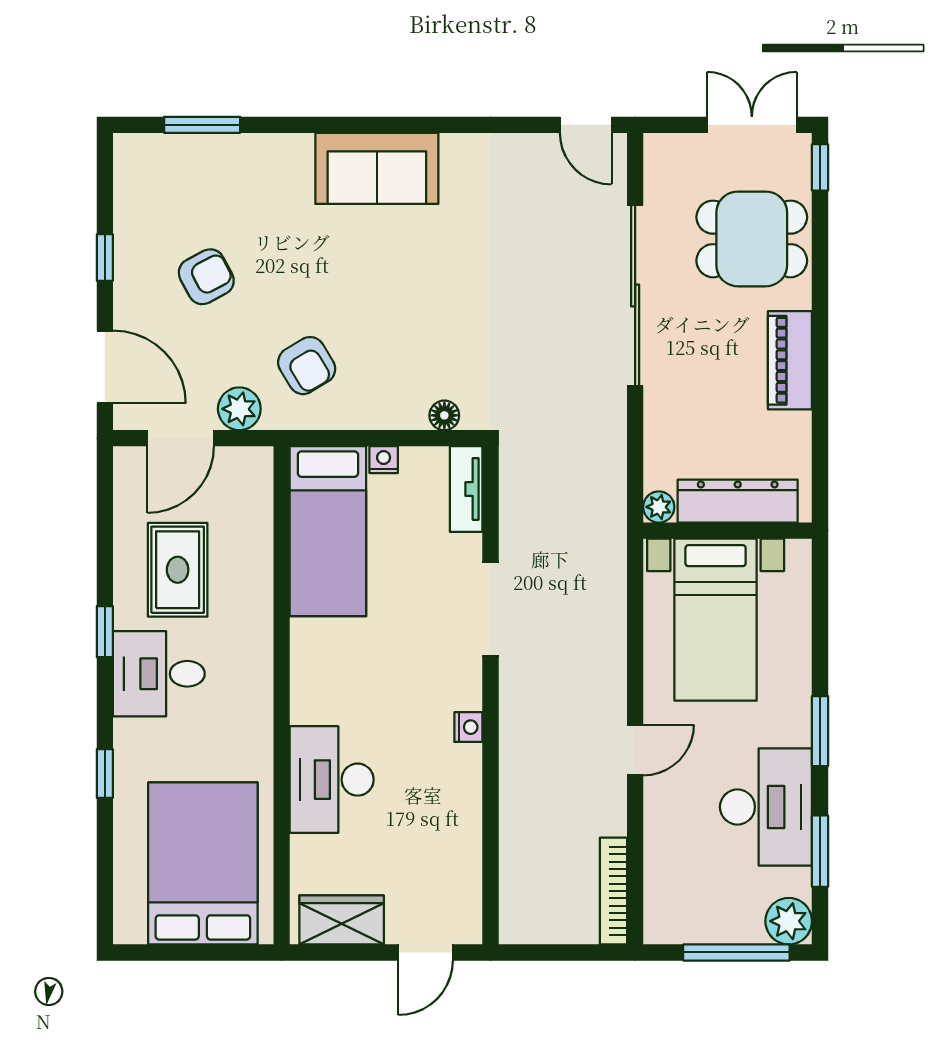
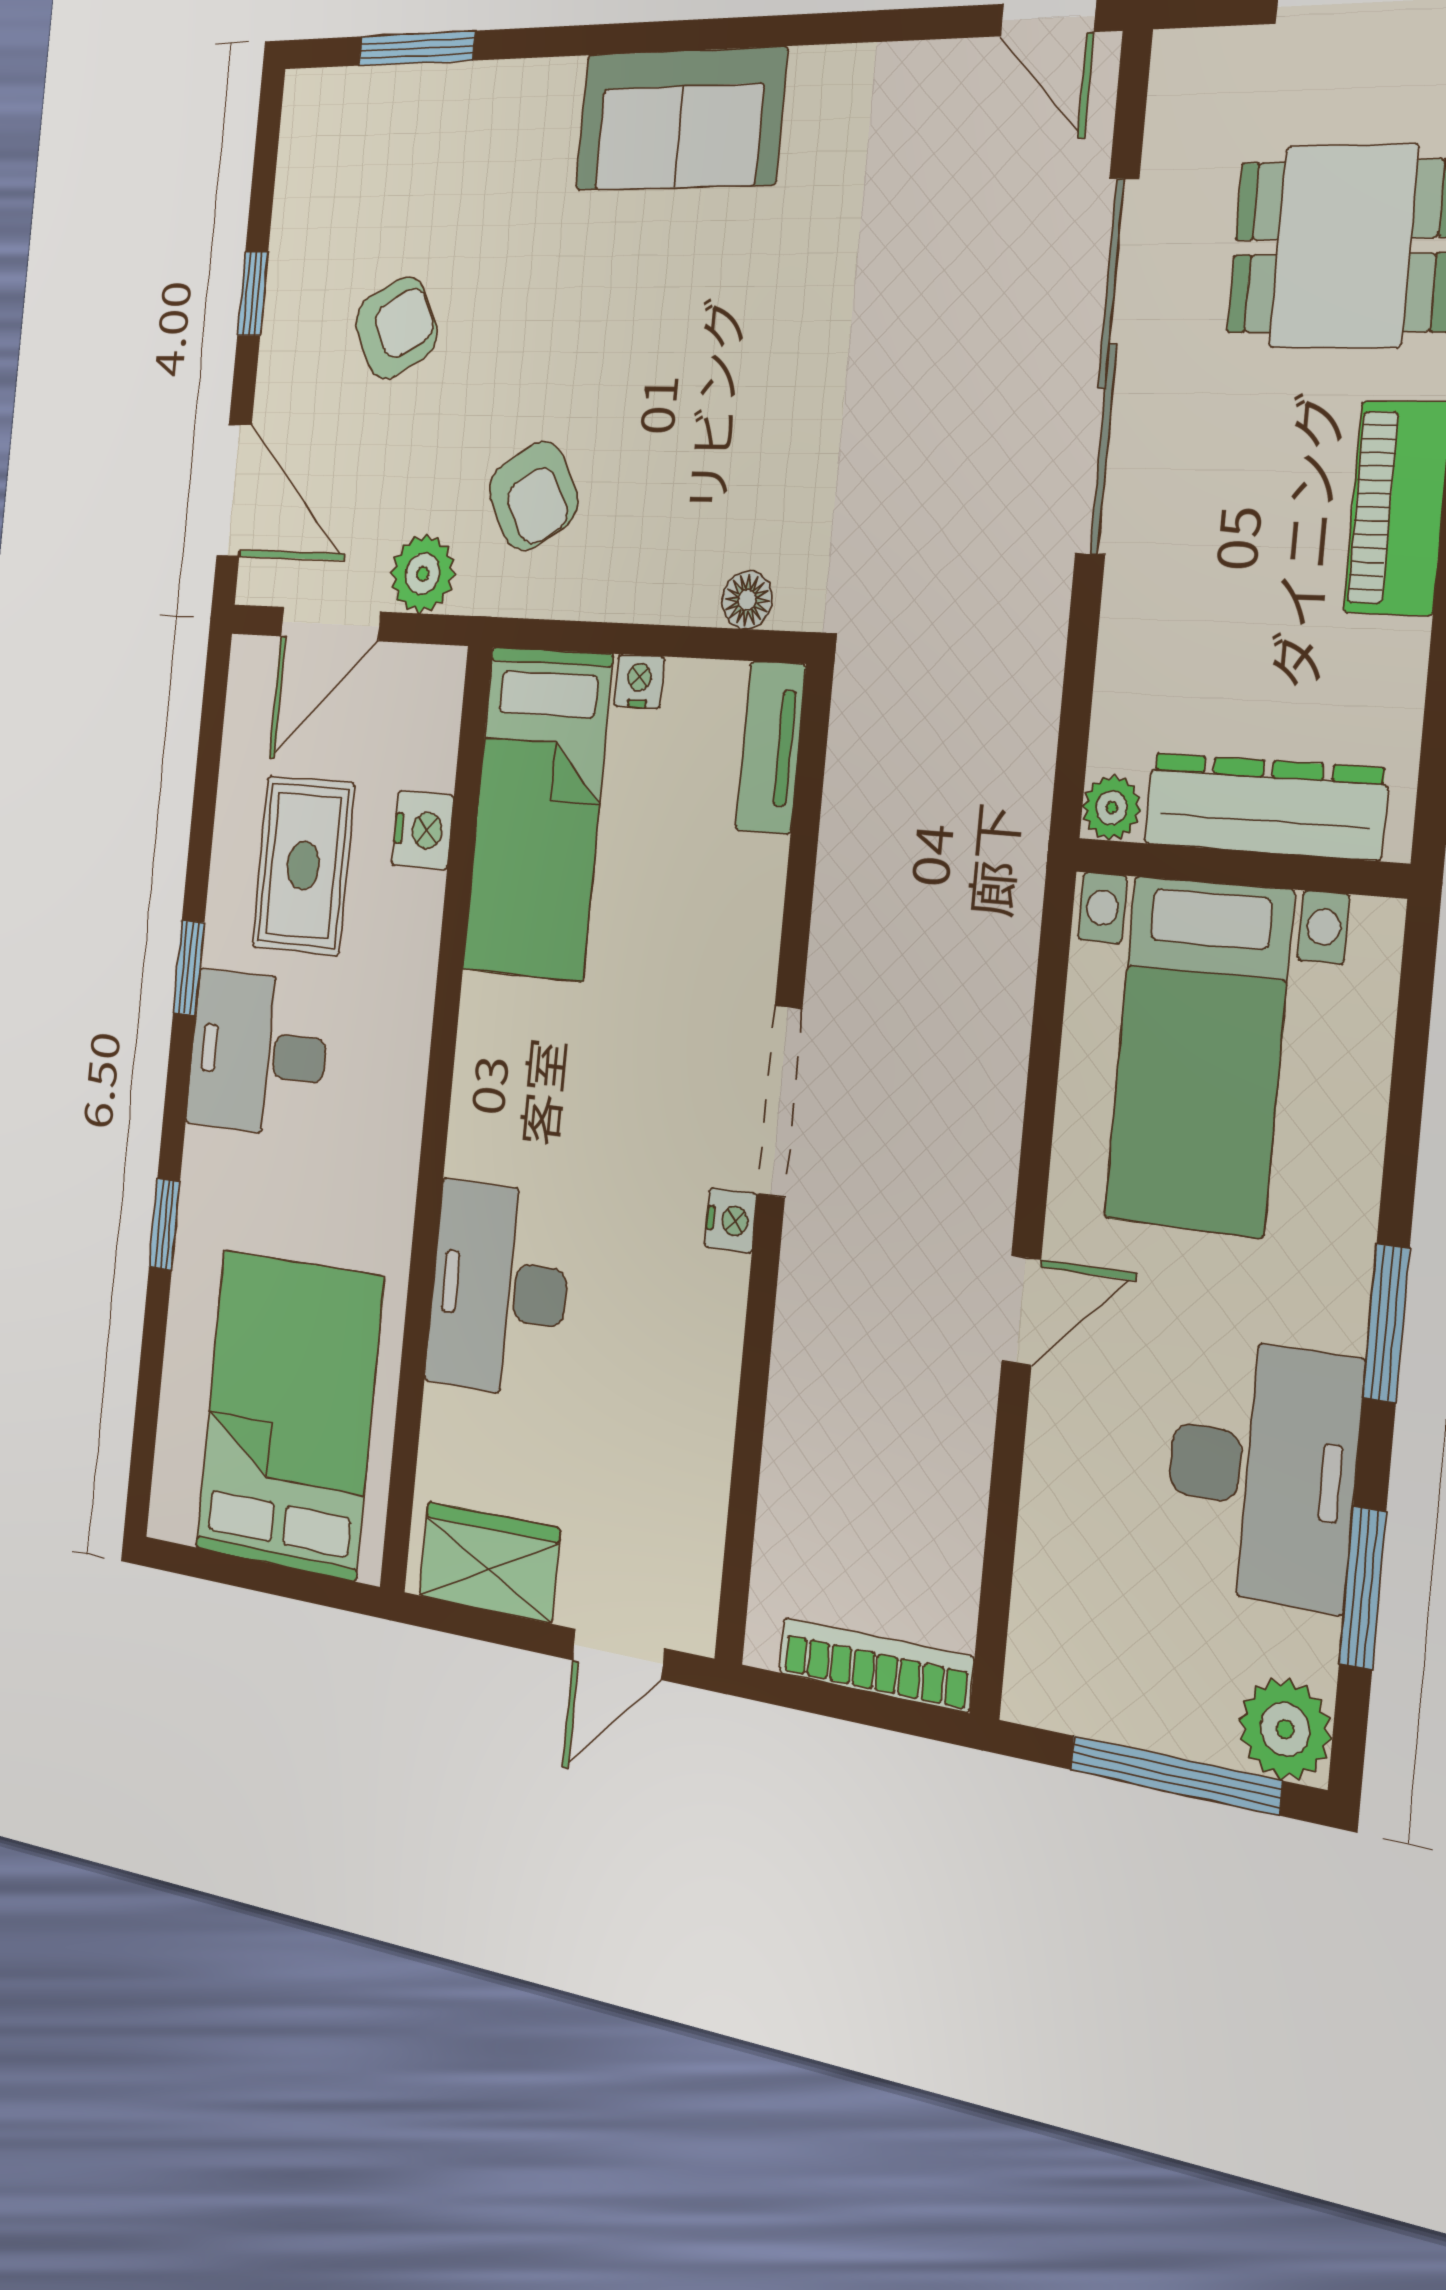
nightstand: (255, 545) -> (423, 830), added
doorway: (491, 609) -> (780, 1101), moved
bookcase: (613, 891) -> (876, 1665), moved, turned 90

